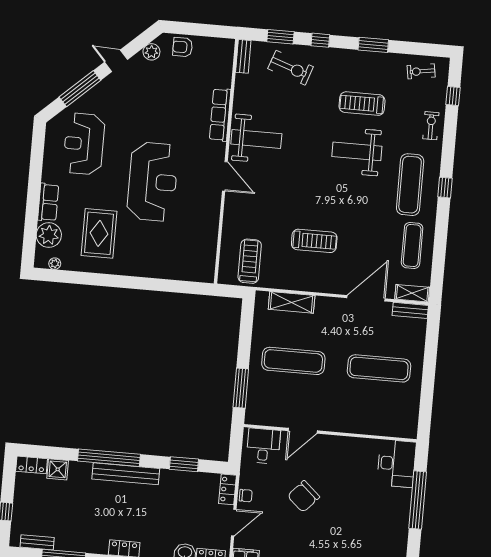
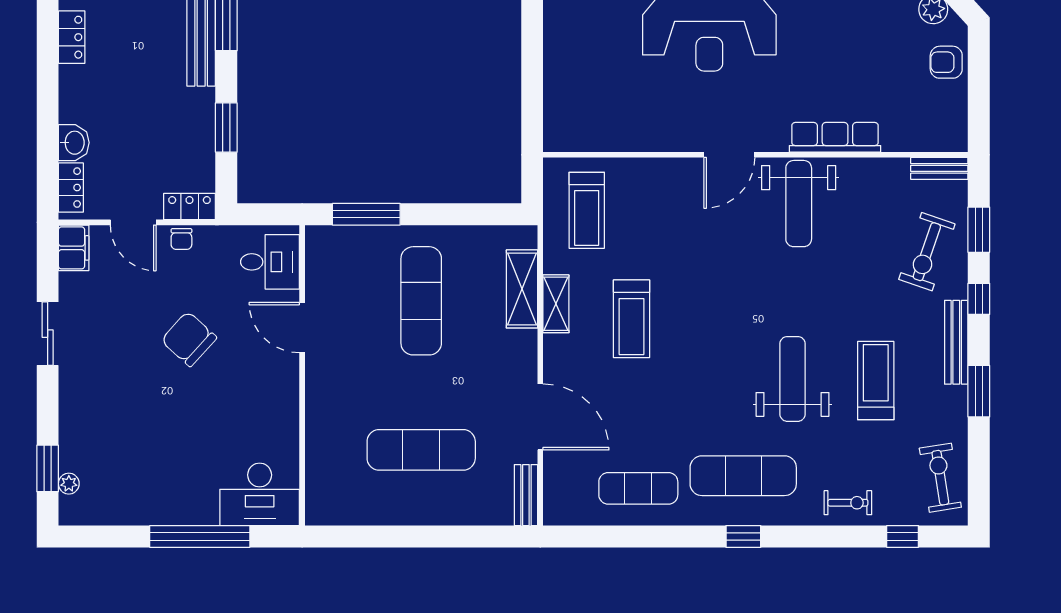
armchair: (183, 47) -> (946, 62), turned -90
bench: (344, 55) -> (956, 342), added
exercise bike: (421, 71) -> (940, 478), width x1.38, depth x1.39
treadmill: (250, 261) -> (587, 210), turned 90
shelving: (412, 293) -> (556, 304), moved
exercise mat: (379, 368) -> (421, 450), turned 90

